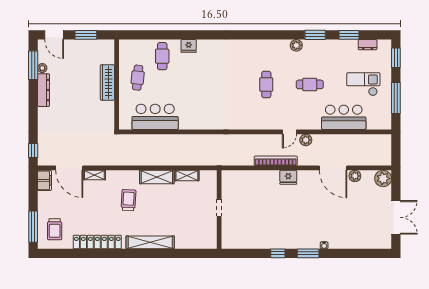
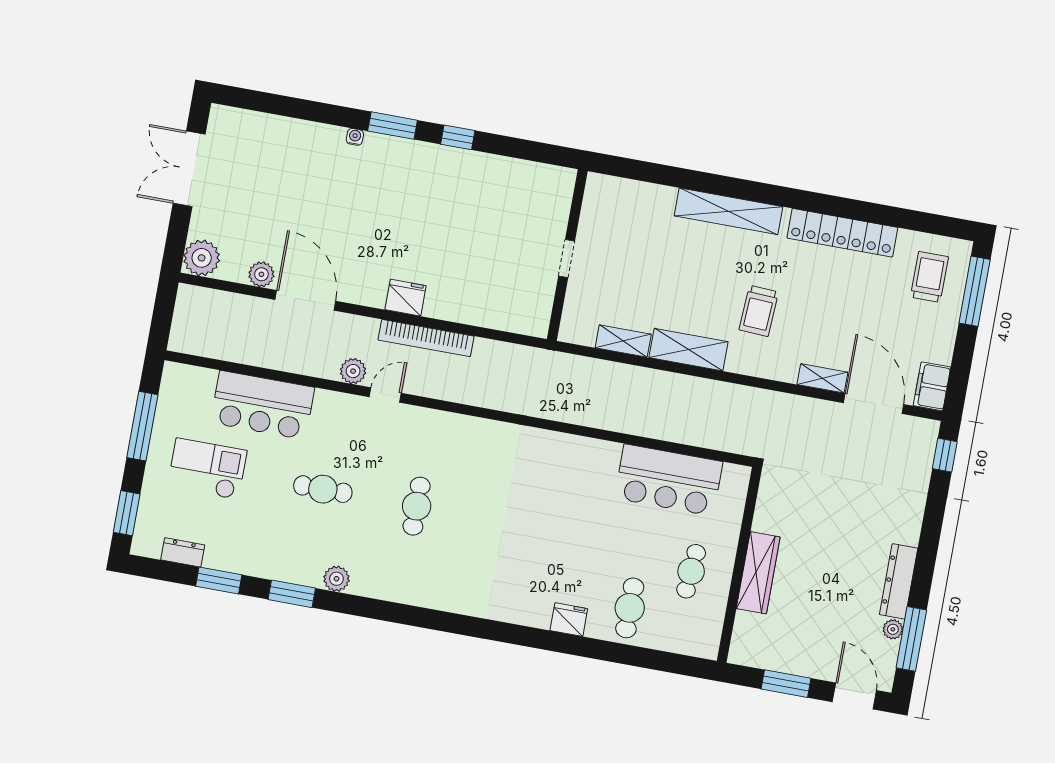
checkout: (363, 84) -> (207, 469), turned 180

